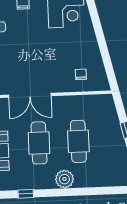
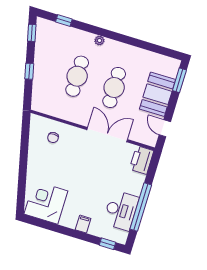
plant: (64, 179) -> (99, 40), width x0.53, depth x0.53
window: (26, 194) -> (64, 20), moved

